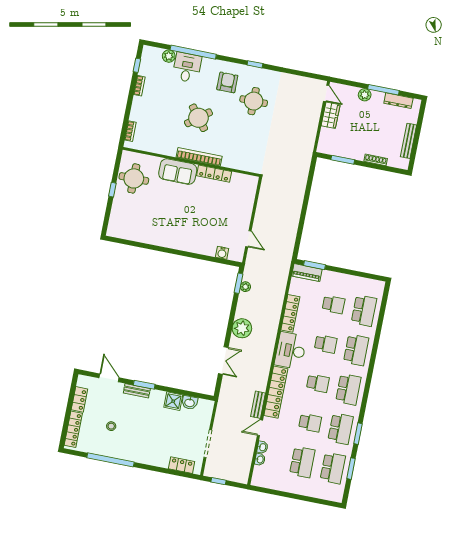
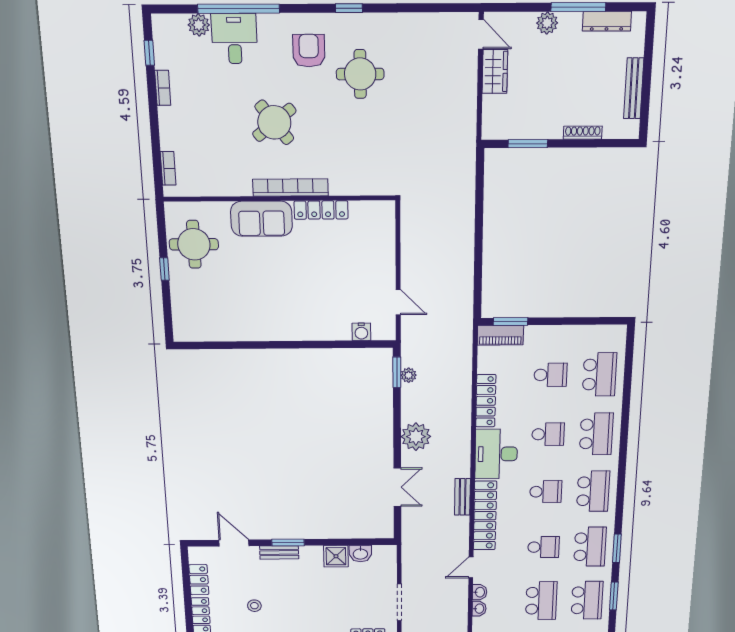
bench: (258, 405) -> (462, 497), moved

